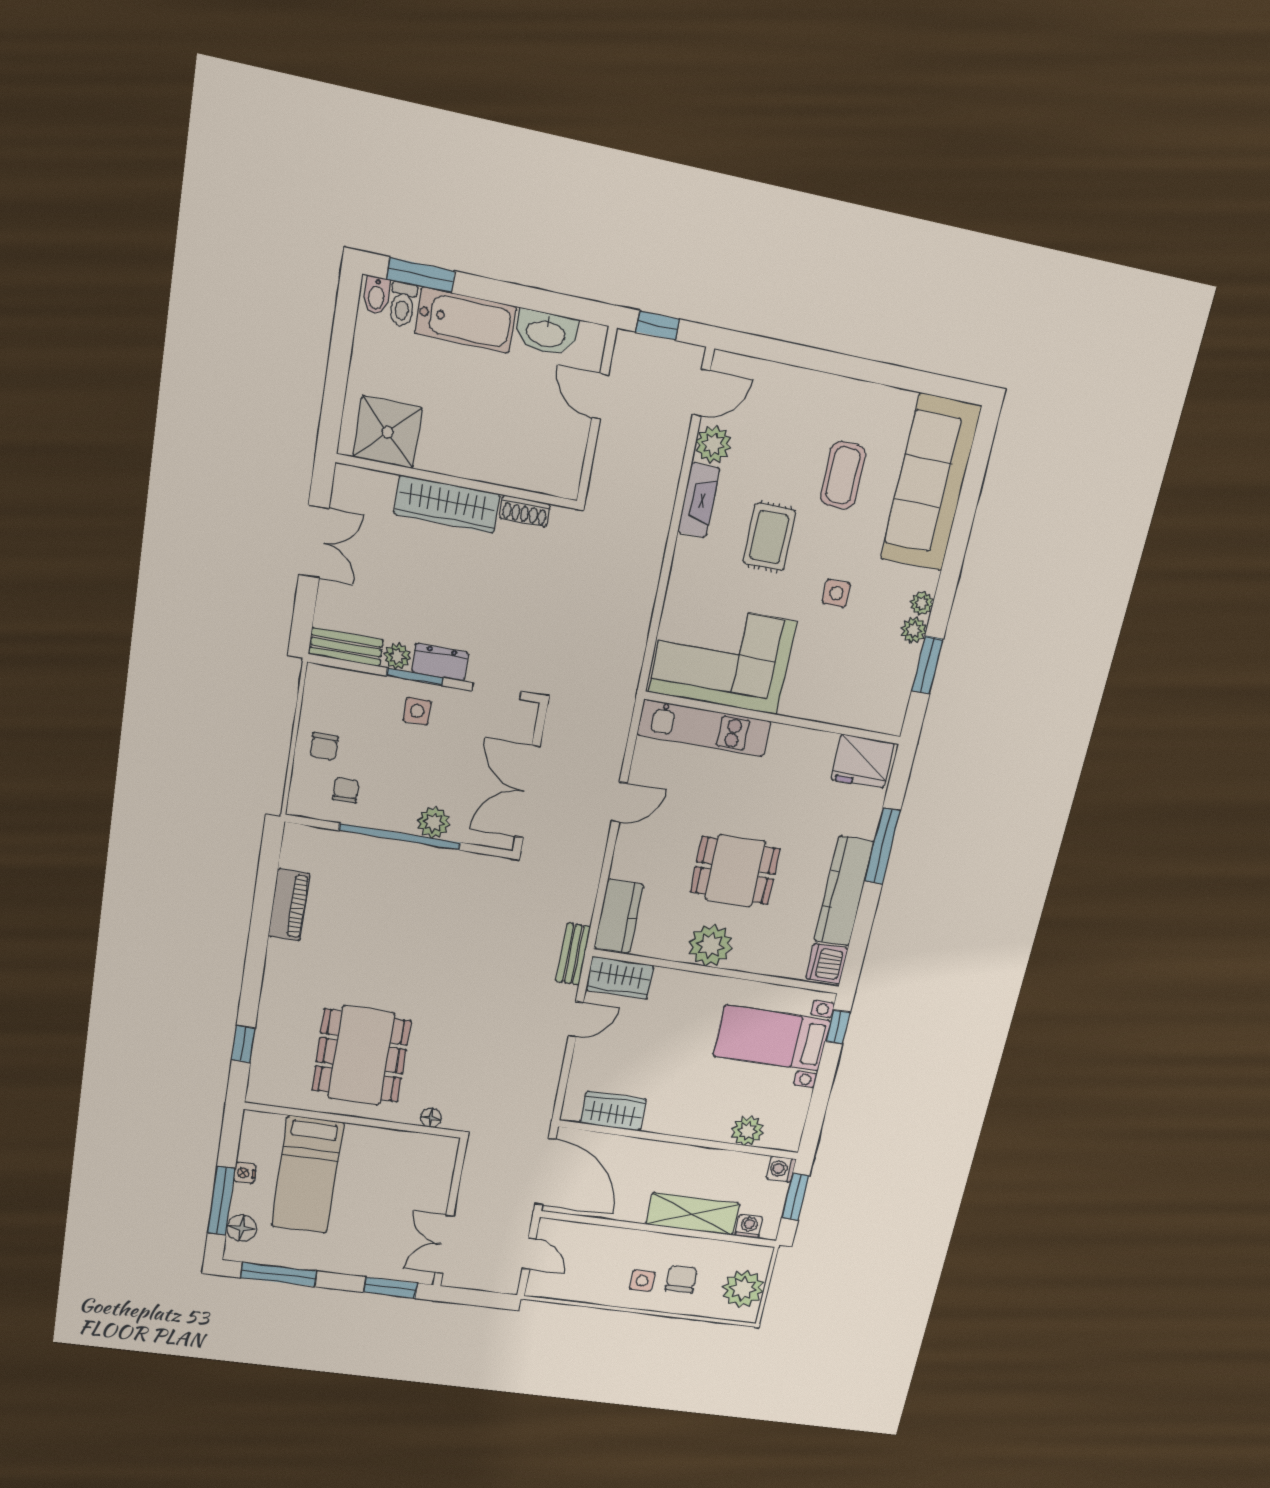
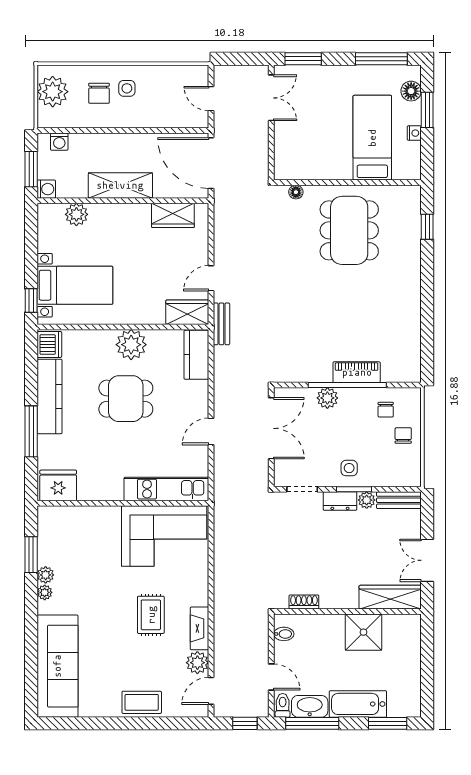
bidet: (376, 295) -> (284, 634), moved, turned 90
window: (547, 302) -> (312, 723), added
toilet: (403, 304) -> (283, 705), moved
shower: (388, 432) -> (363, 632), moved
coffee table: (843, 475) -> (142, 702), moved, turned 90
wardrobe: (447, 504) -> (390, 597), moved
side table: (836, 593) -> (101, 589), removed
piano: (289, 905) -> (357, 372), moved, turned 90
window: (221, 1201) -> (427, 110), width x0.69
shelving: (693, 1214) -> (120, 185), moved

